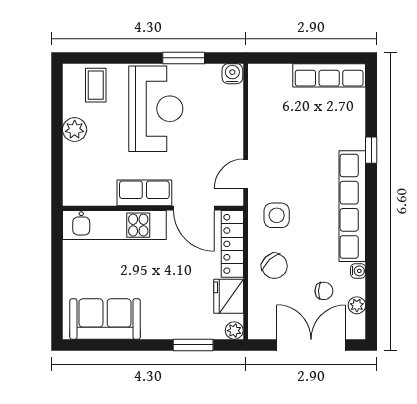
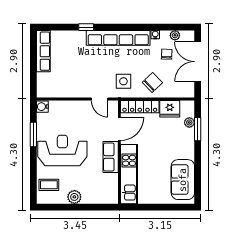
plant: (234, 331) -> (189, 122), moved

